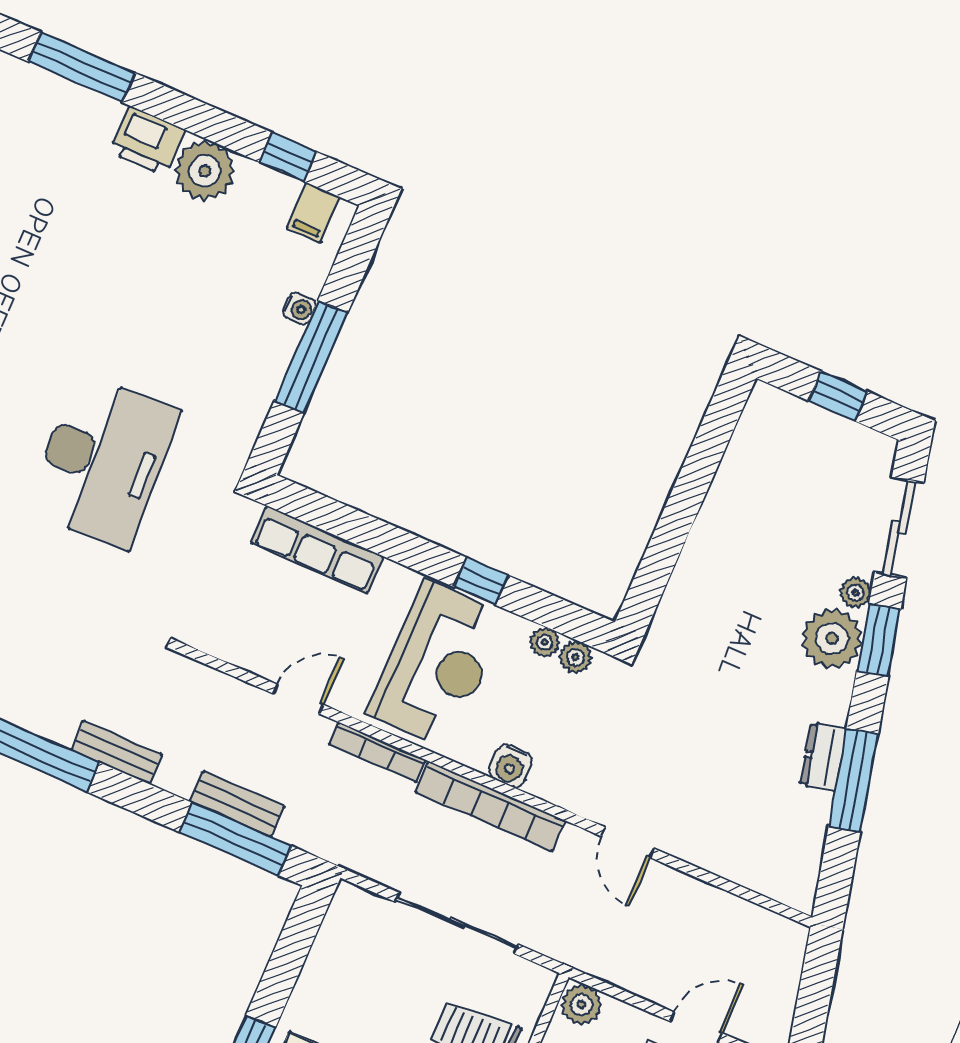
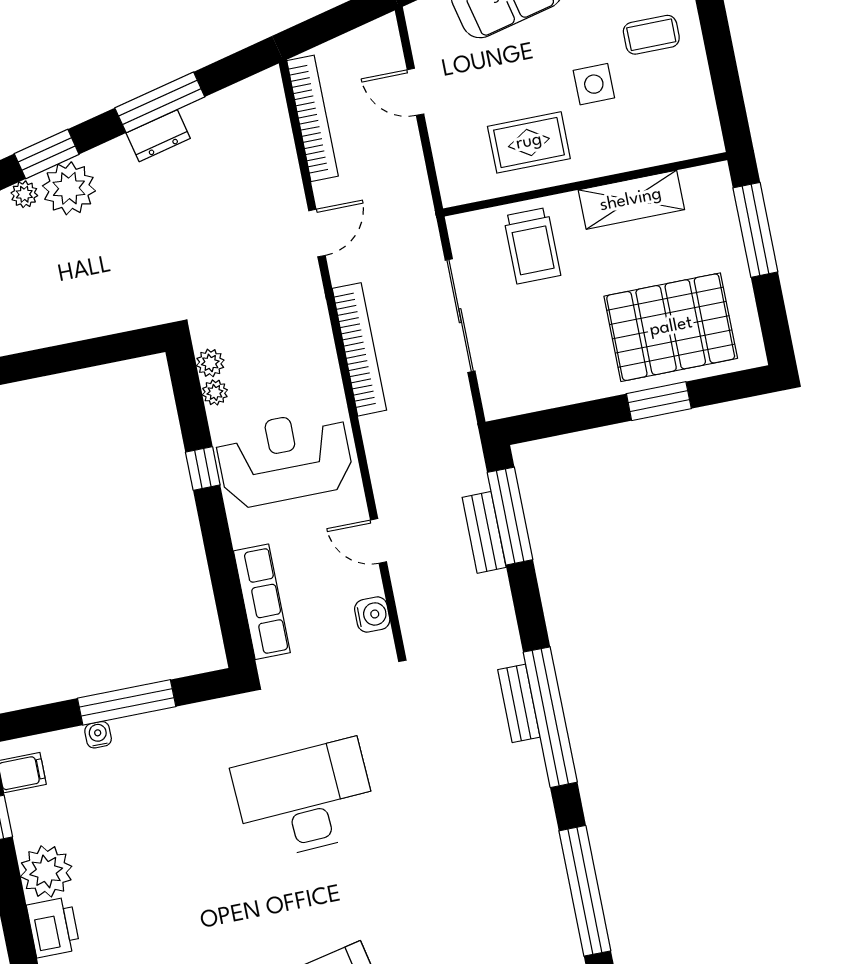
bench: (116, 752) -> (519, 703), moved
bookcase: (378, 752) -> (313, 118), moved, width x1.48, depth x1.31
water cooler: (511, 766) -> (372, 615), moved
plant: (582, 1005) -> (456, 185), removed

